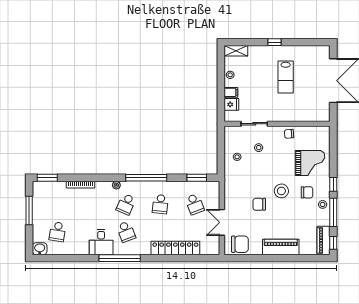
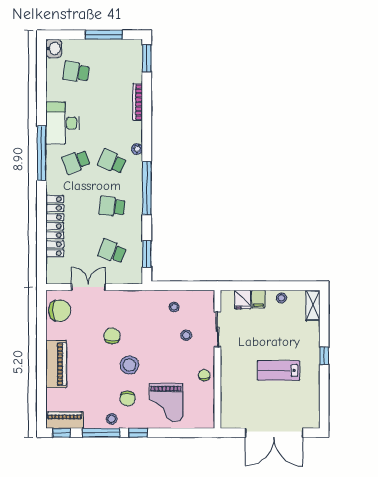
school desk: (195, 204) -> (112, 251), turned 42
desk: (101, 242) -> (62, 123), width x1.37
chair: (240, 244) -> (60, 311), turned -90

